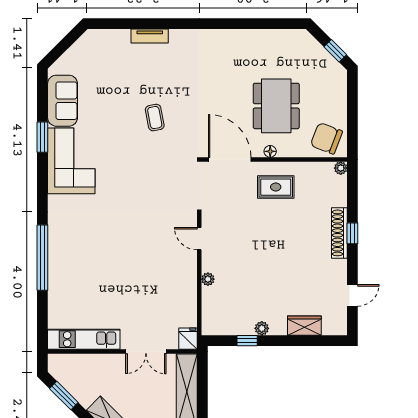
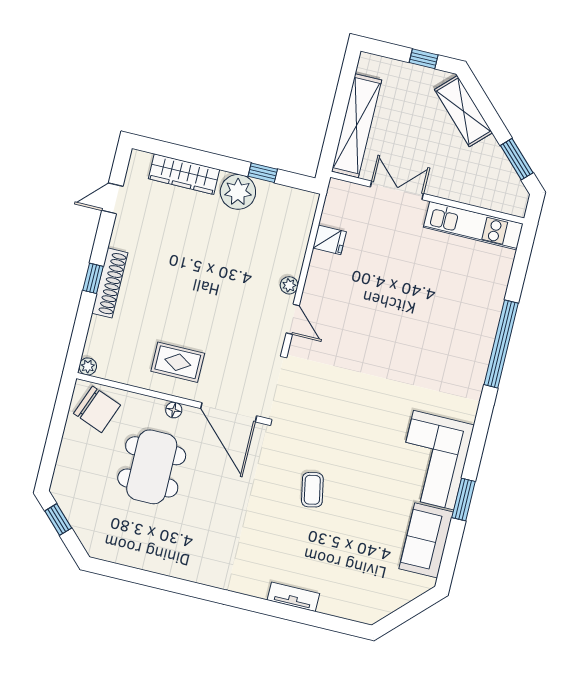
plant: (208, 279) -> (289, 285), moved
wardrobe: (304, 326) -> (184, 174), width x1.50
plant: (262, 328) -> (238, 192), width x1.87, depth x1.87
fridge: (188, 339) -> (330, 240), moved, turned -90

